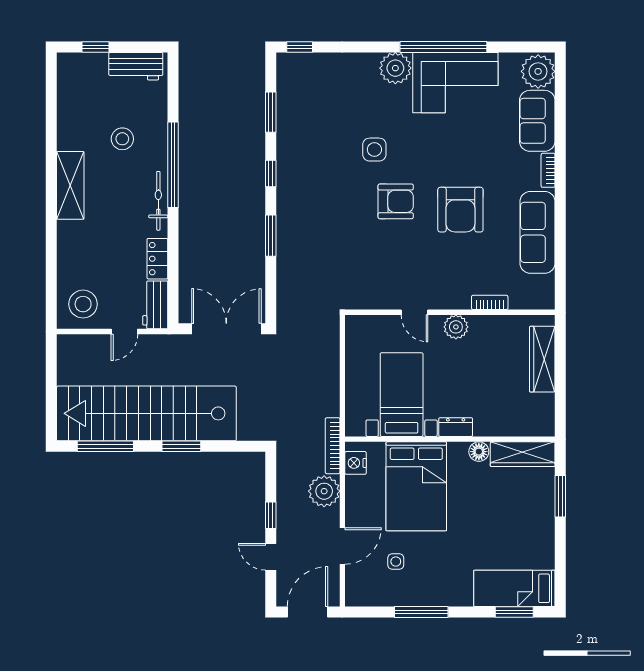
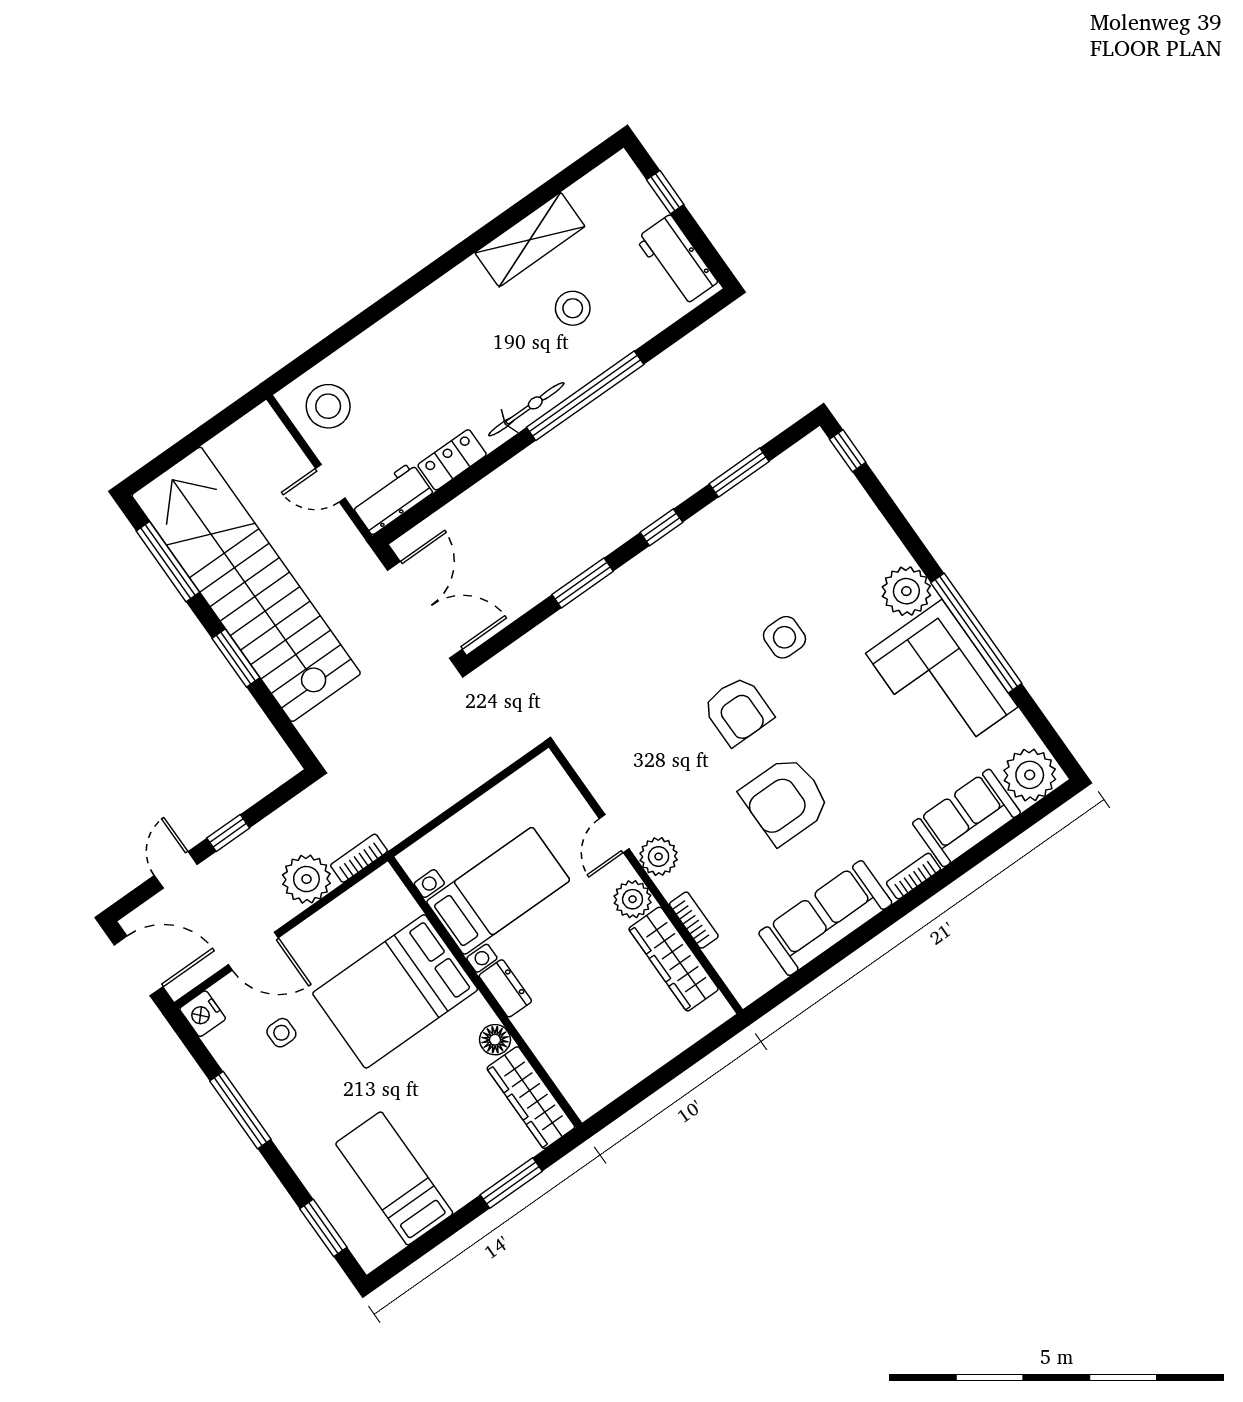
shelving: (70, 185) -> (530, 240), moved
plant: (443, 297) -> (659, 856), added
wardrobe: (542, 359) -> (674, 959), moved, turned -90
bookcase: (333, 446) -> (359, 858), width x0.64
nightstand: (356, 463) -> (203, 1014), moved, turned -90
bed: (514, 588) -> (394, 1178), moved

